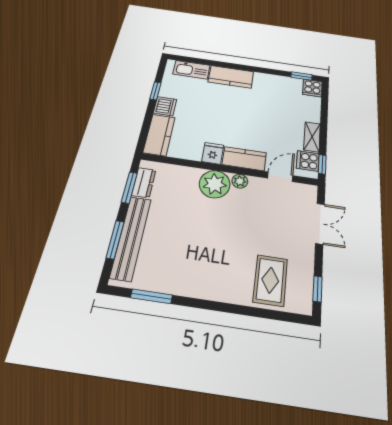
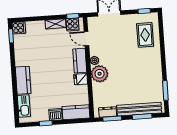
rug: (270, 280) -> (145, 35), turned 90

